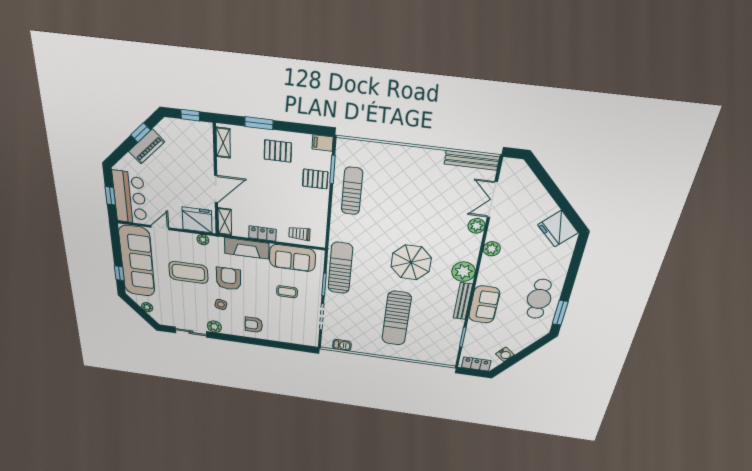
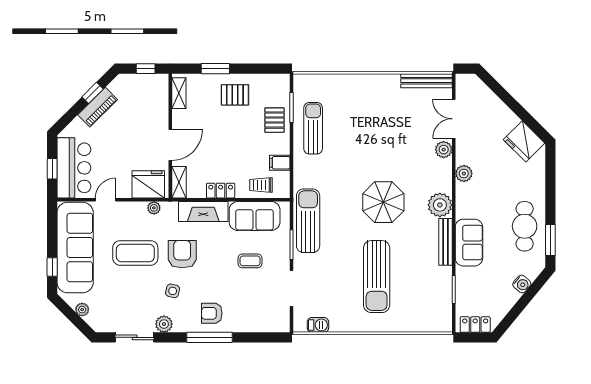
filing cabinet: (323, 143) -> (280, 163), moved
pallet: (315, 179) -> (275, 120), turned 90
window: (252, 341) -> (209, 337), added
water cooler: (505, 354) -> (522, 284), moved

